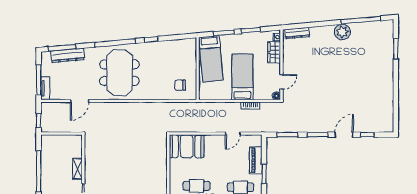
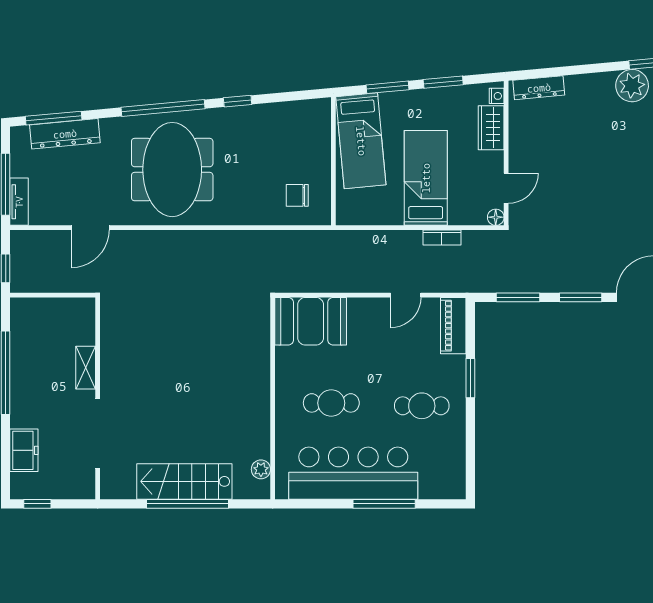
piano: (256, 160) -> (453, 326), moved

